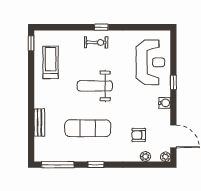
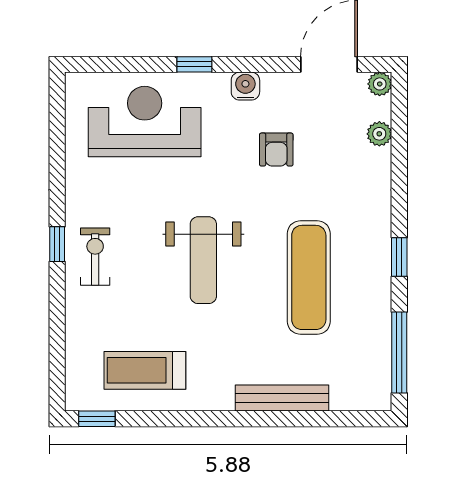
bench: (39, 122) -> (282, 398), width x1.36
armchair: (139, 135) -> (276, 150), moved

